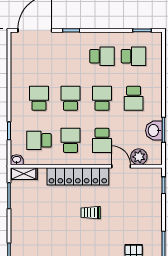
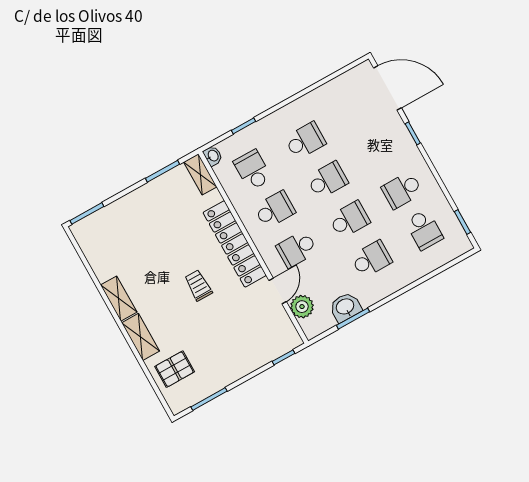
school desk: (102, 56) -> (402, 190), turned 90
school desk: (134, 98) -> (371, 259), turned 180

